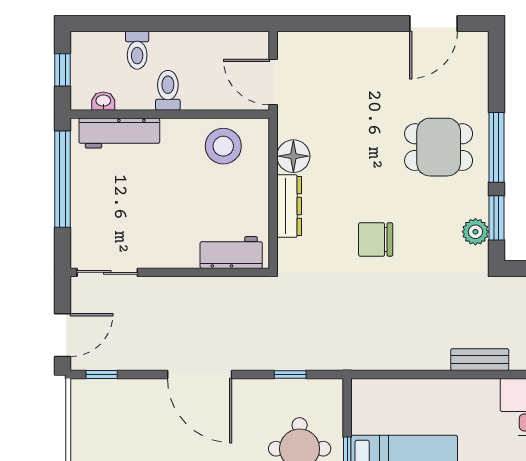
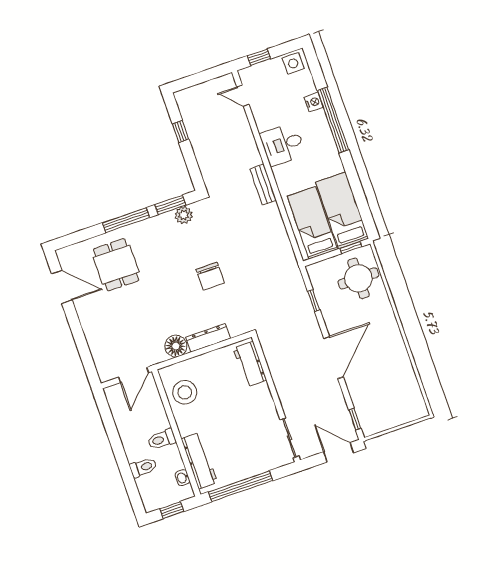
dining table: (439, 147) -> (116, 265), moved
bed: (401, 410) -> (312, 223), added

